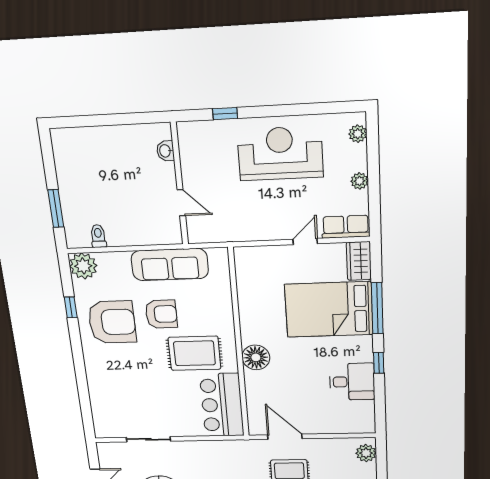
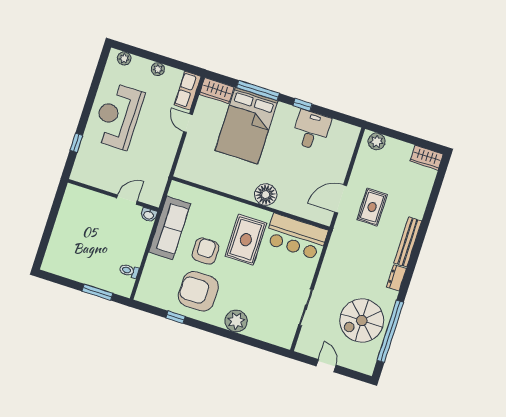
washbasin: (165, 151) -> (149, 215), moved
plant: (83, 266) -> (236, 321), moved
armchair: (112, 322) -> (198, 291), turned -90

